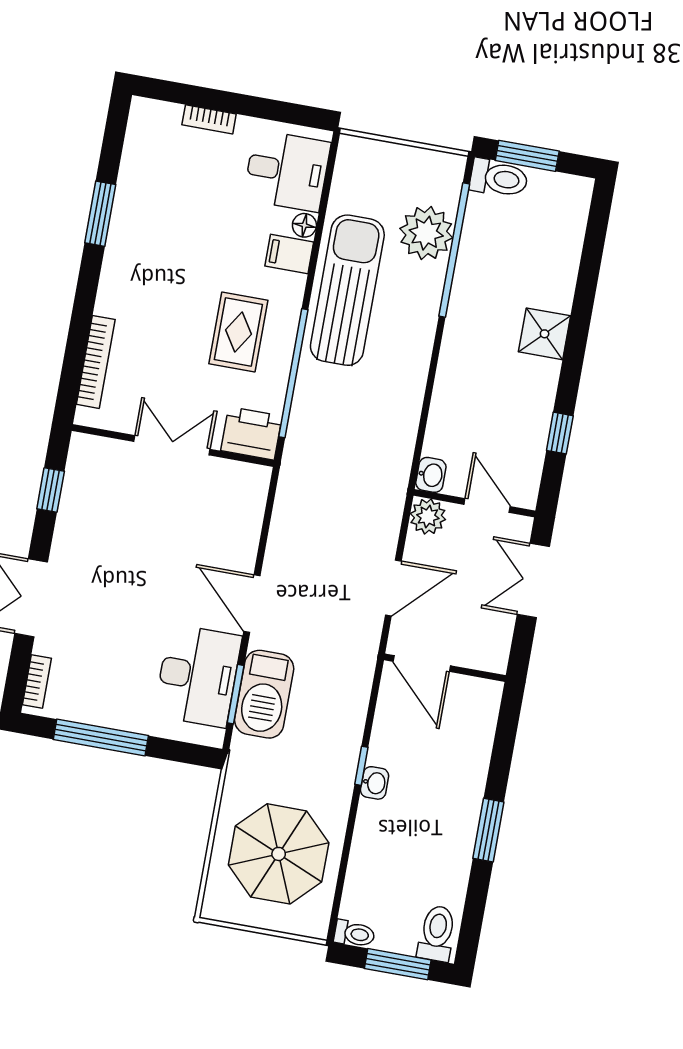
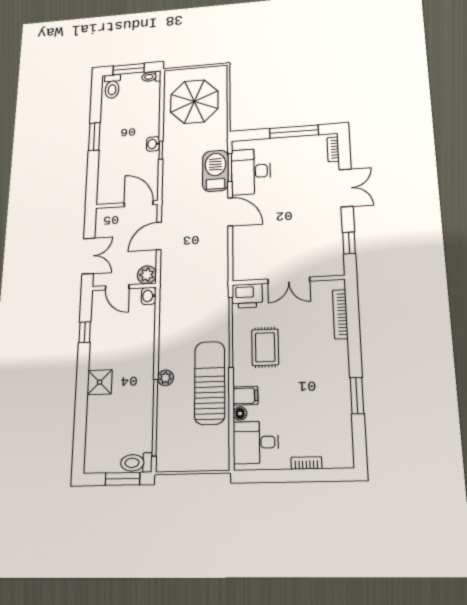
plant: (426, 233) -> (165, 378), moved, width x0.53, depth x0.53
sun lounger: (347, 290) -> (210, 383), turned 180

